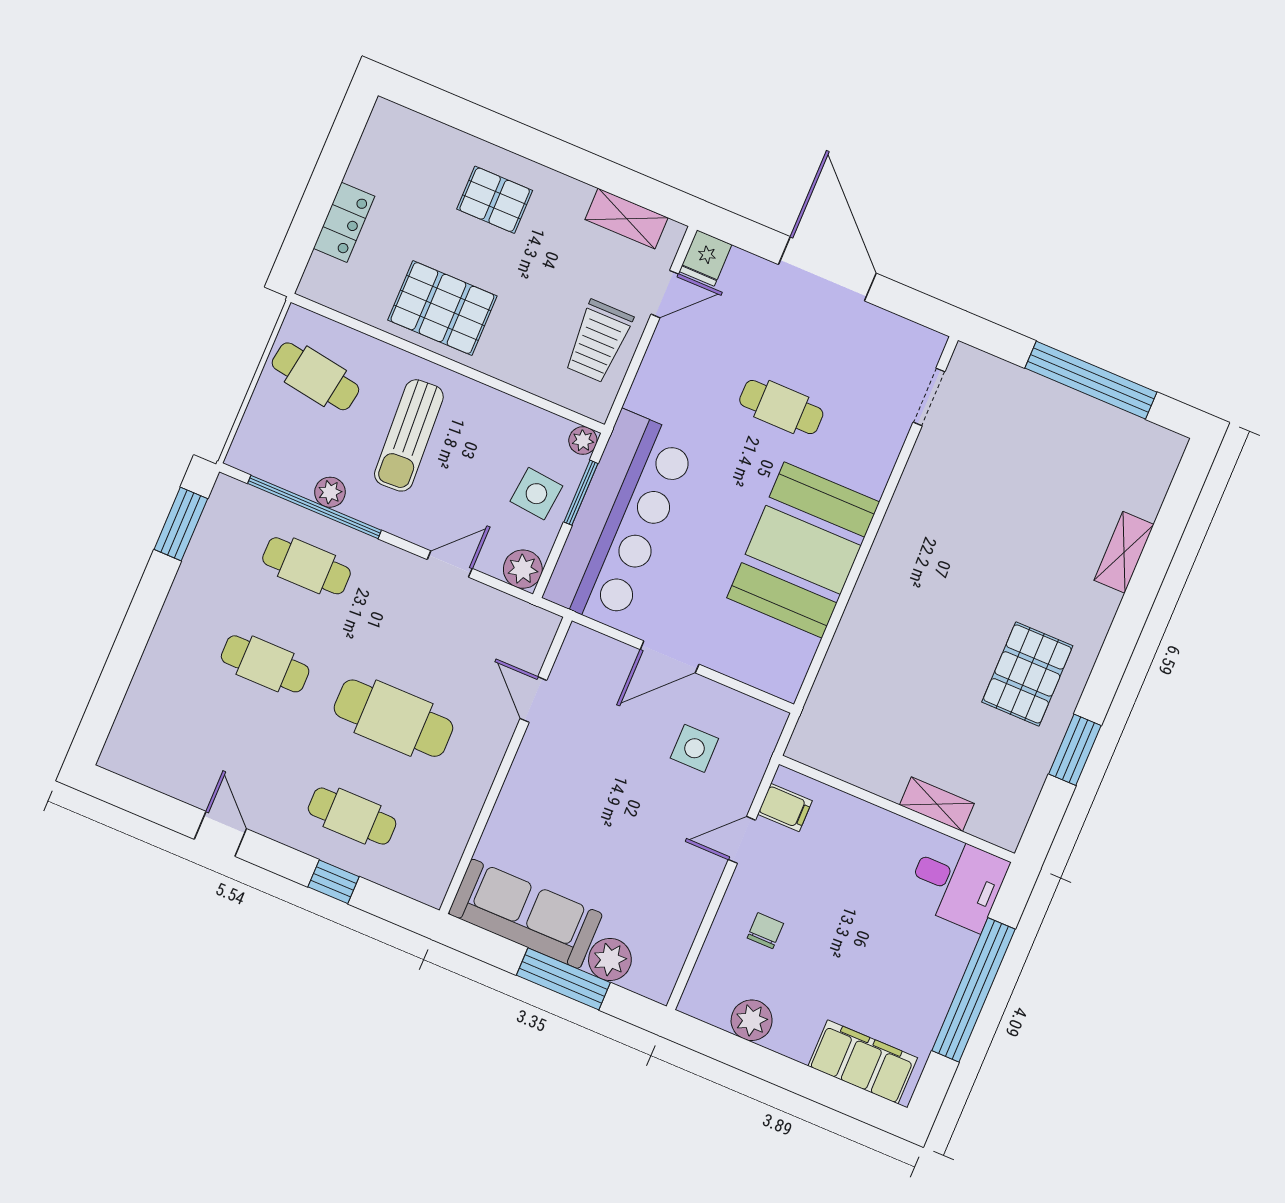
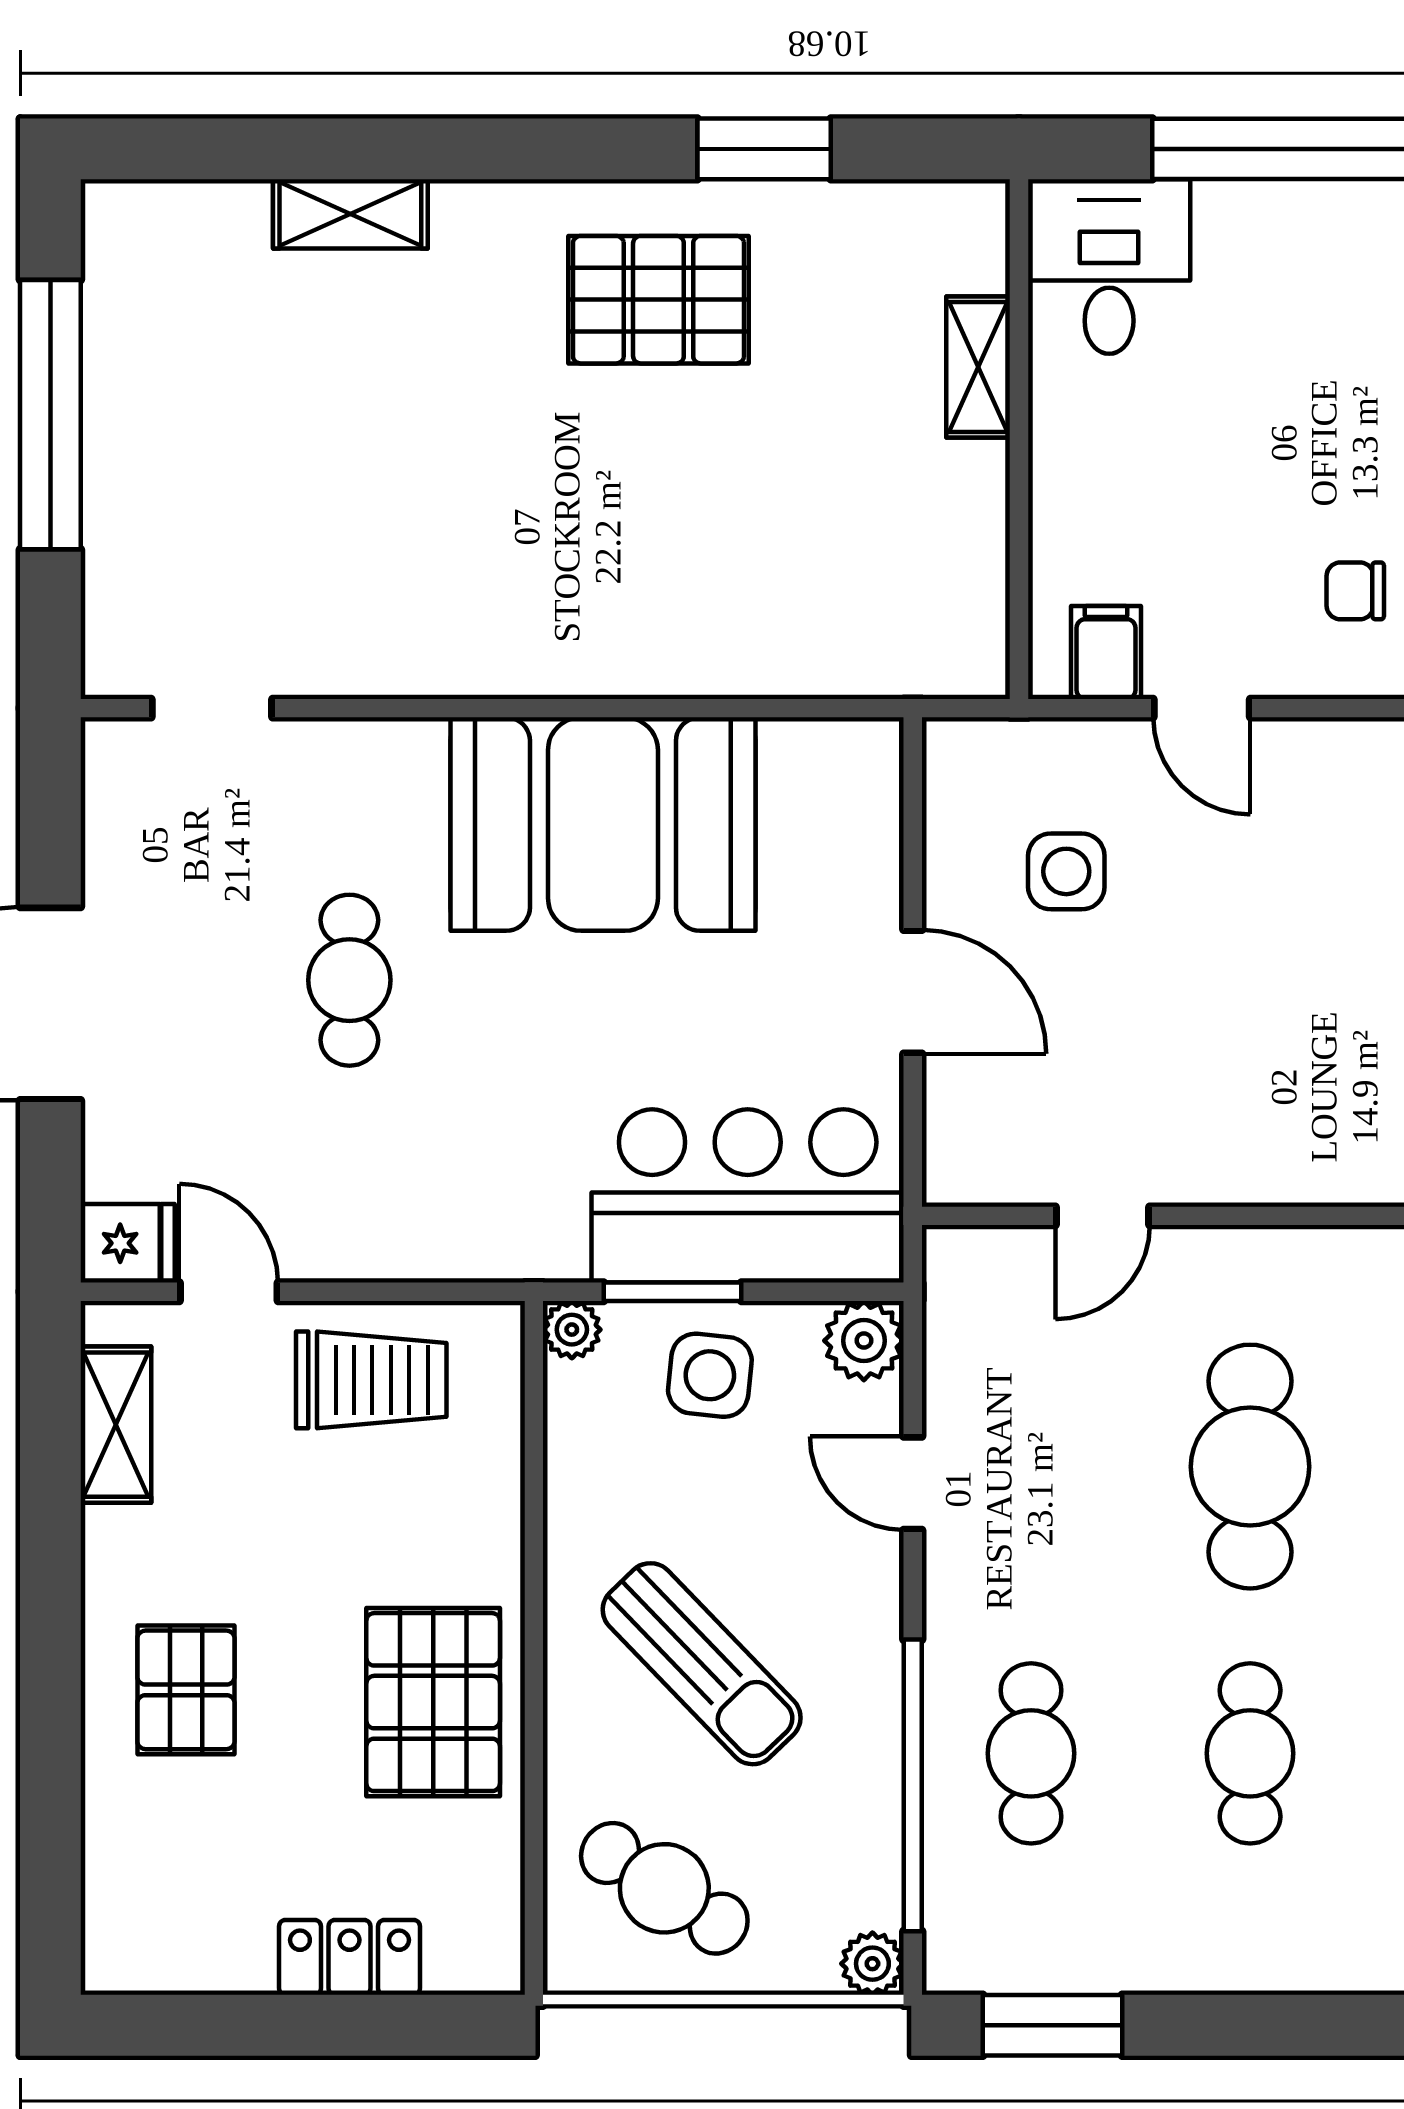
cafe table: (315, 376) -> (664, 1888), turned -66
sun lounger: (409, 435) -> (702, 1664), turned 49
plant: (330, 492) -> (872, 1964), moved
bar counter: (620, 519) -> (748, 1196), width x0.73

